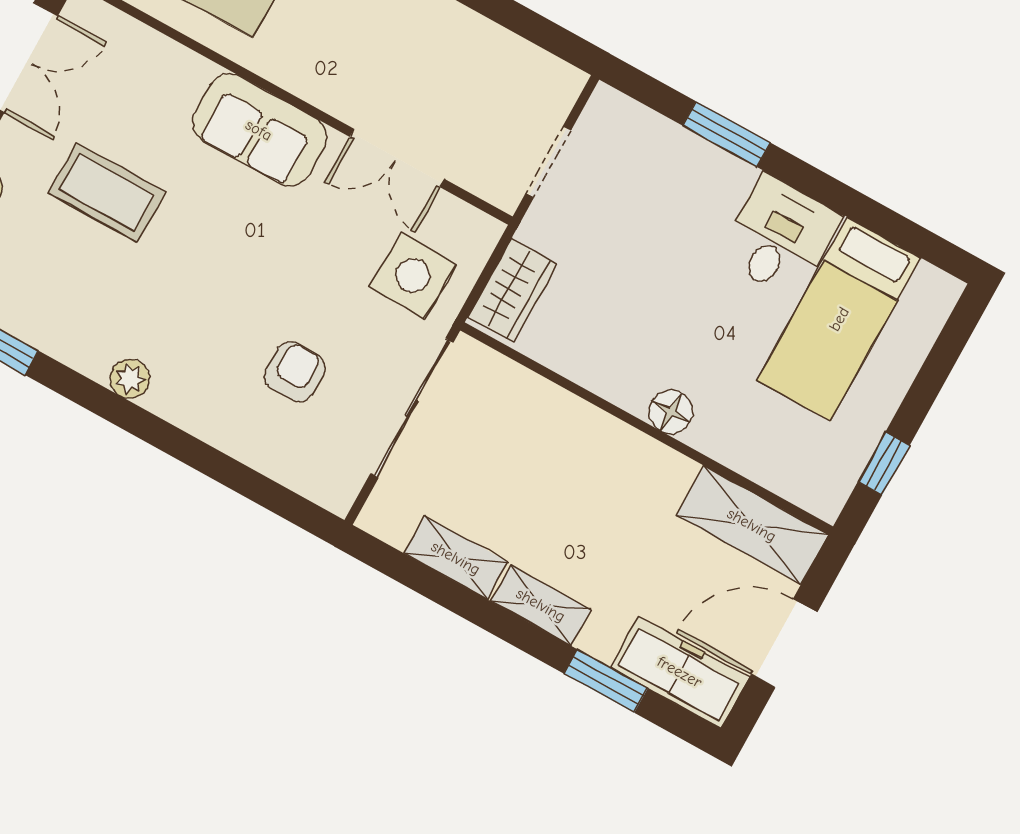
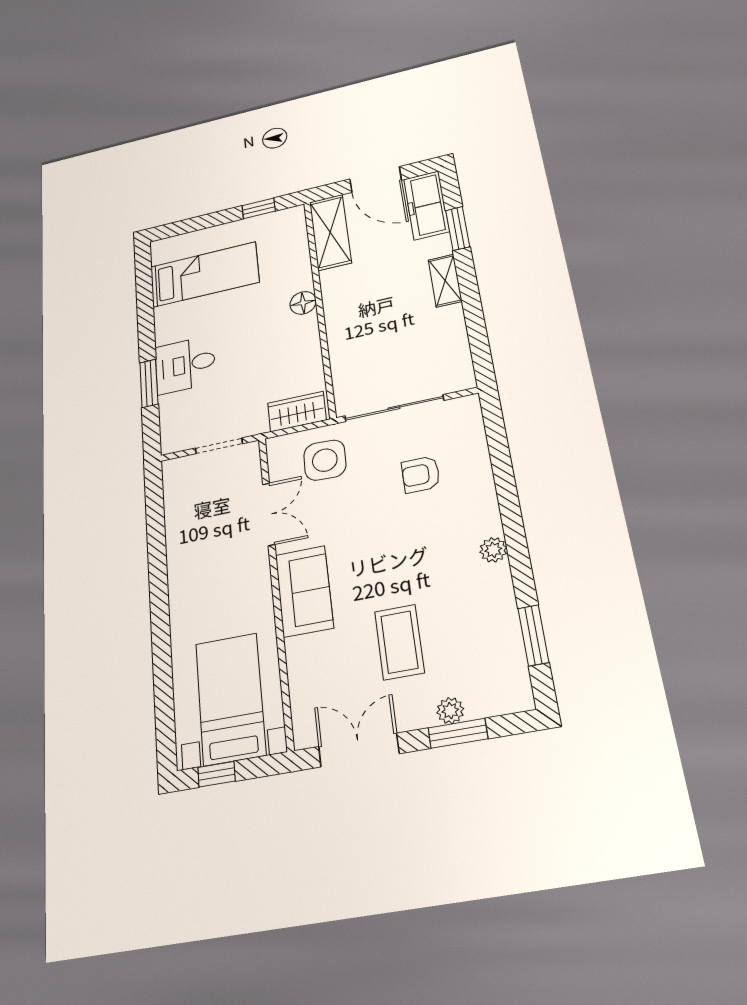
desk: (780, 236) -> (185, 365), moved
shelving: (456, 558) -> (454, 332), removed

